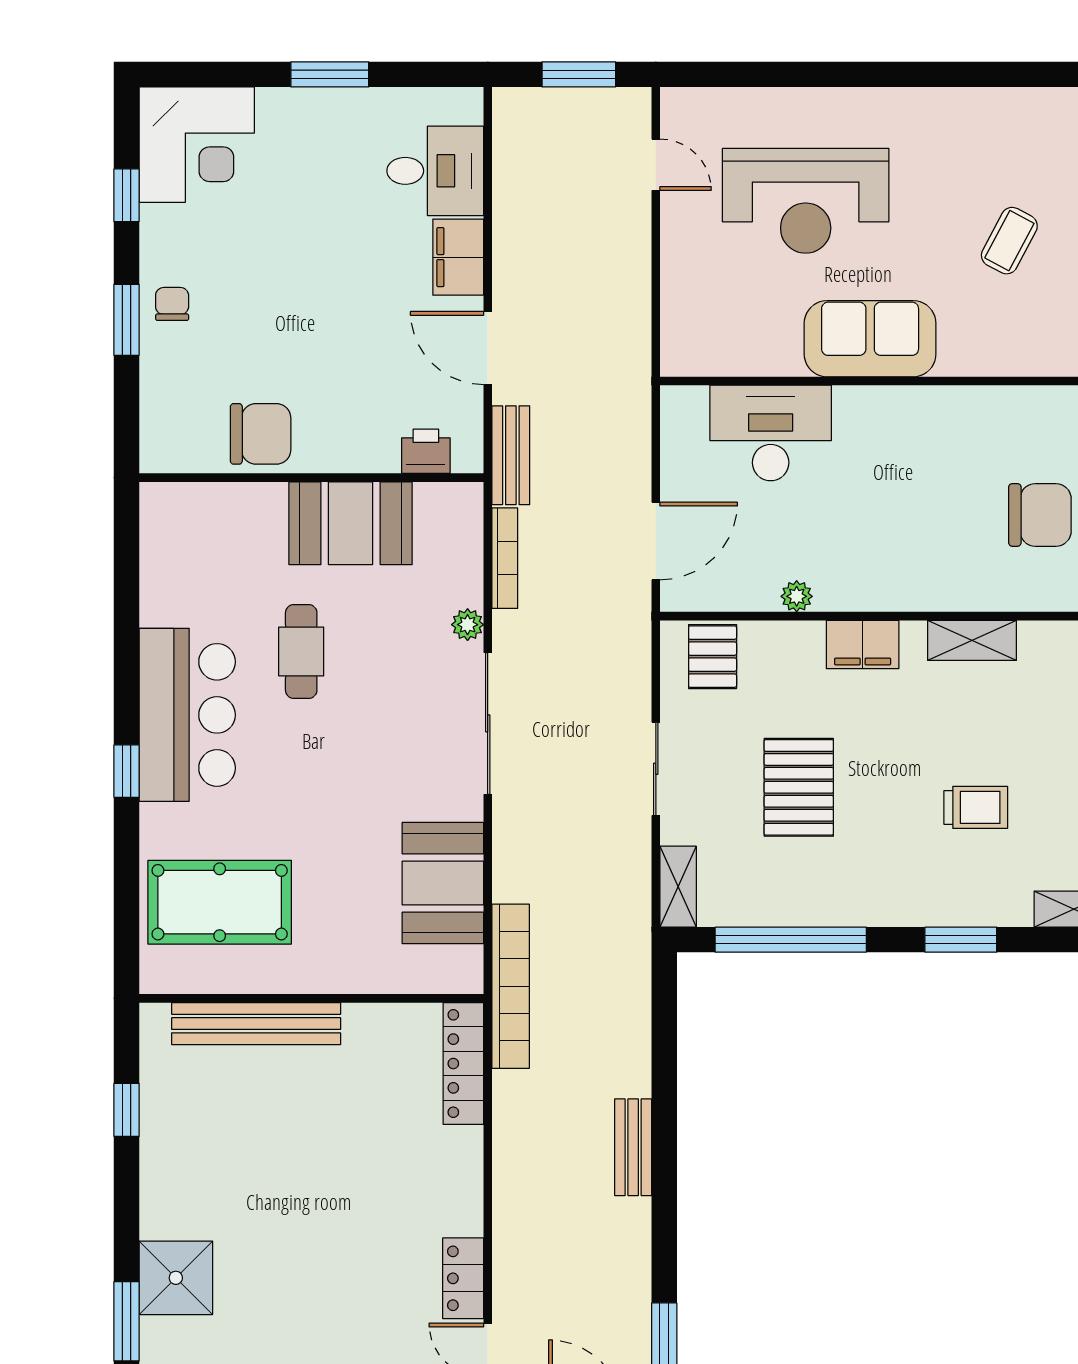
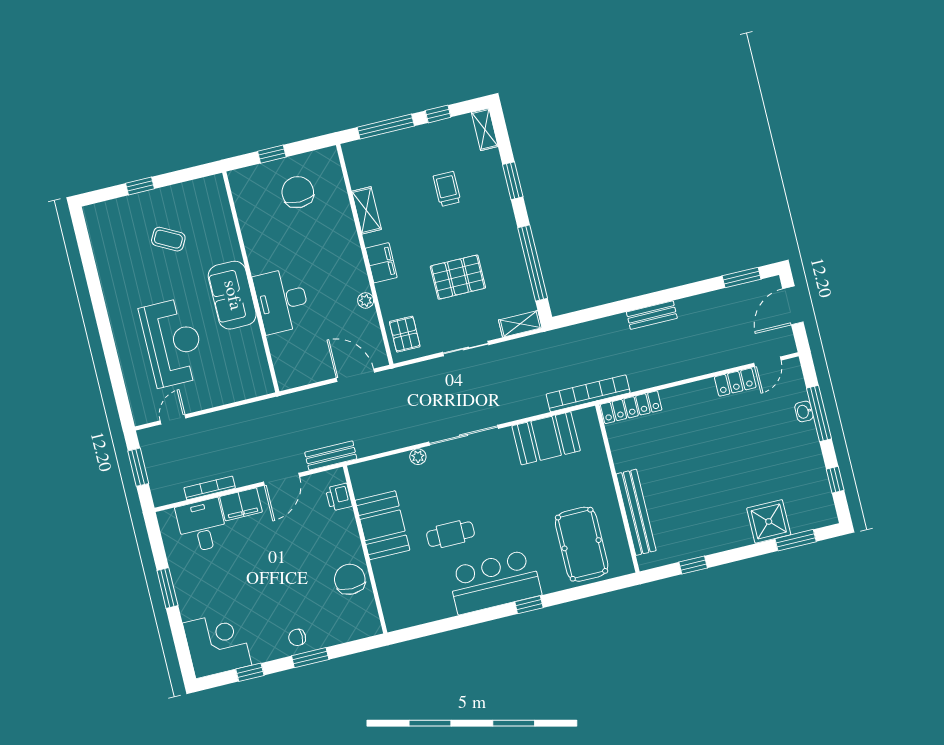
desk: (771, 433) -> (282, 301), moved
bookcase: (505, 558) -> (210, 488), moved
pallet: (713, 657) -> (405, 334), turned 90

